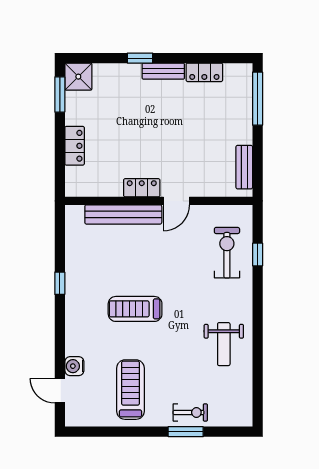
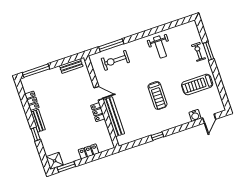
window: (258, 255) -> (111, 45), width x2.17
weight bench: (224, 344) -> (160, 47), turned 90

